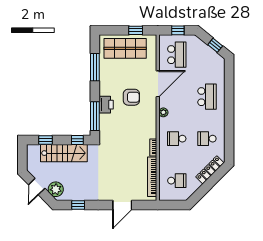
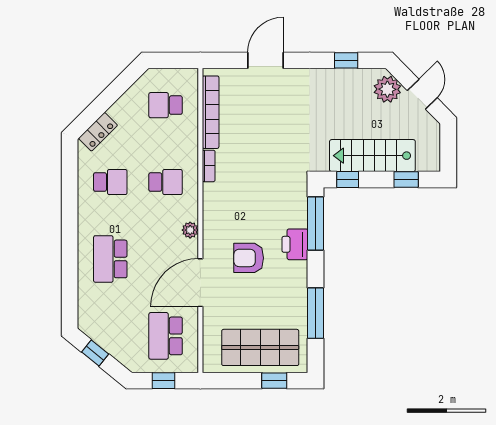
window: (136, 30) -> (274, 381), moved
locker: (210, 170) -> (98, 132), width x0.66

